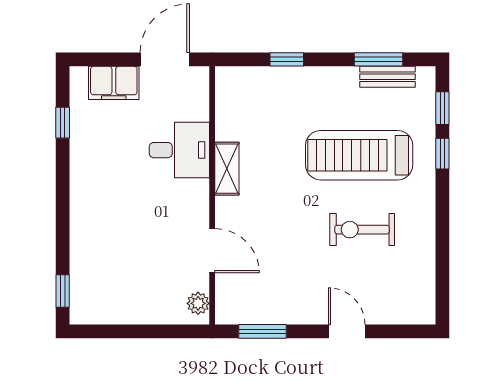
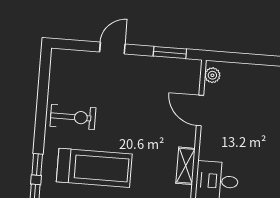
exercise bike: (362, 230) -> (73, 117), moved
door: (347, 331) -> (112, 48), swing flipped

